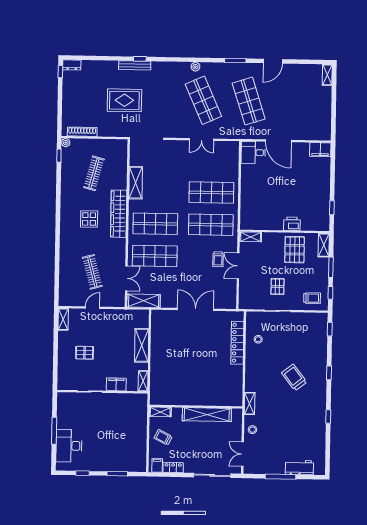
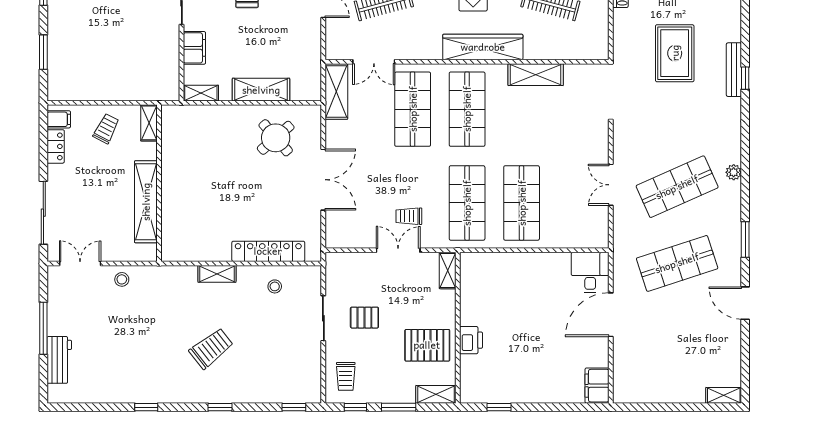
round table: (170, 337) -> (276, 138), added
shelving: (250, 404) -> (217, 274), moved

